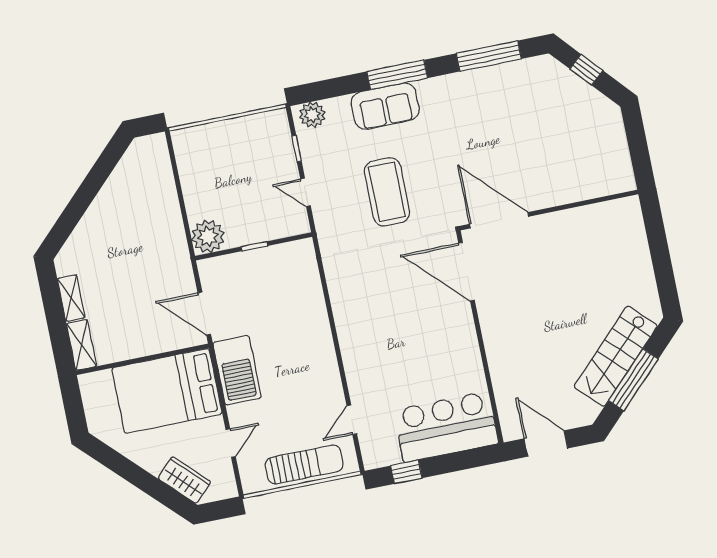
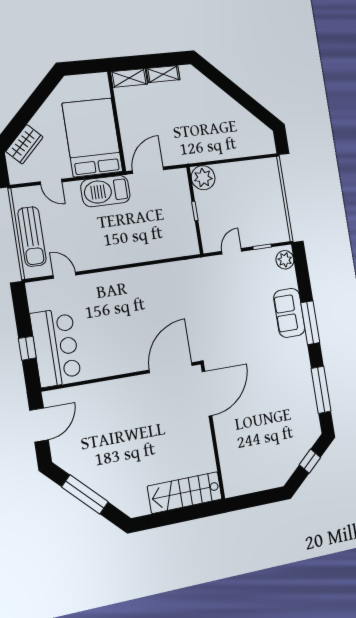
coffee table: (387, 192) -> (230, 311), removed
stairs: (616, 356) -> (185, 493), moved, turned -45
window: (406, 472) -> (27, 348), moved

